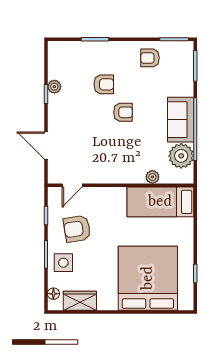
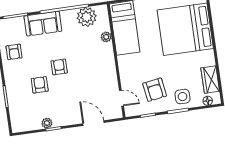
sofa: (181, 120) -> (43, 24), moved
door: (46, 145) -> (93, 123), swing flipped

